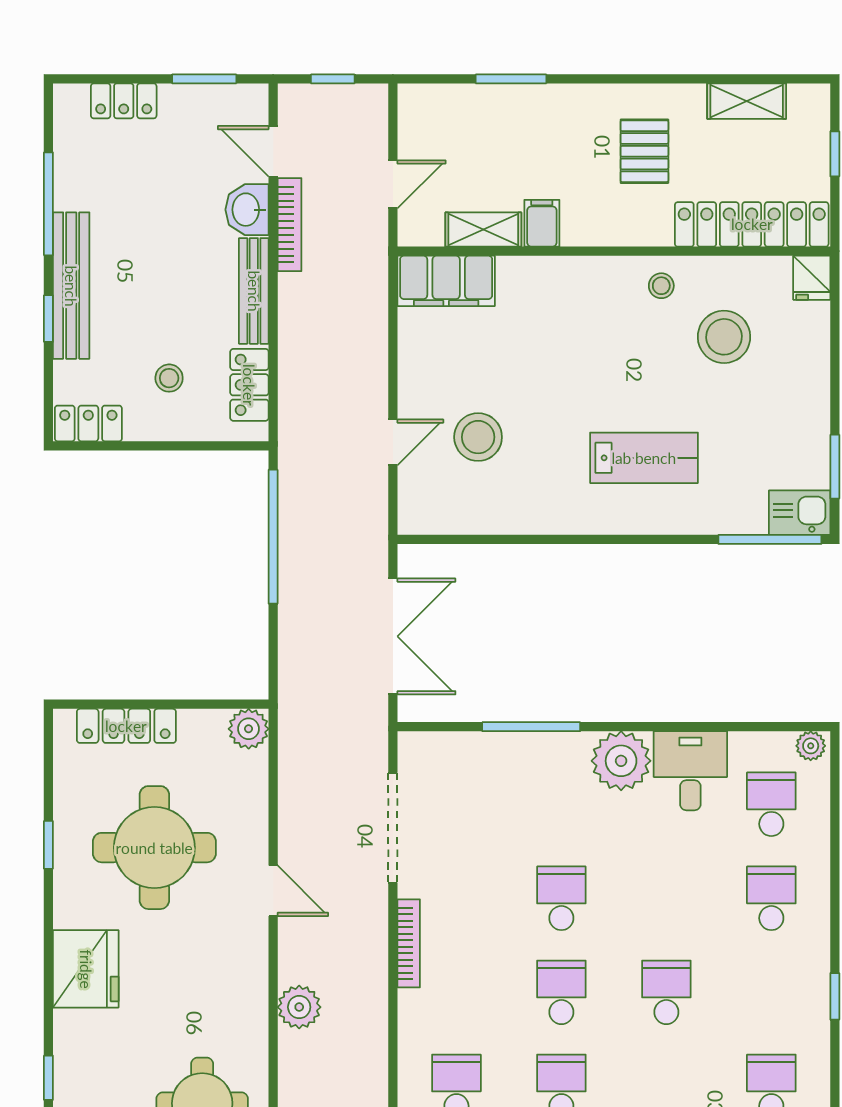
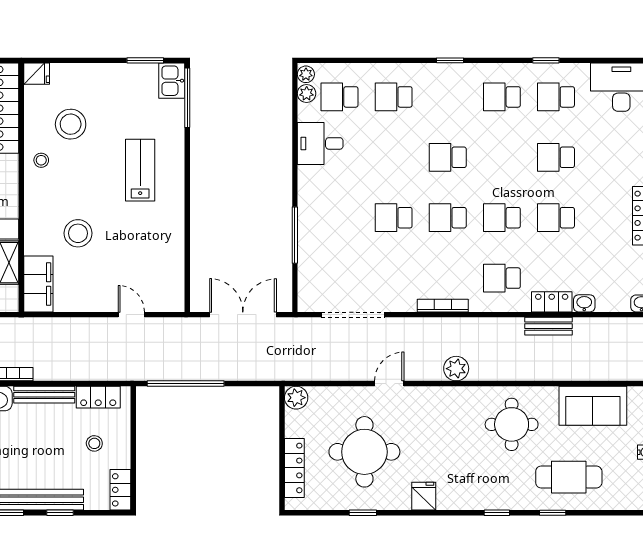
stool: (478, 437) -> (78, 233), moved
plant: (621, 761) -> (307, 94), moved, width x0.53, depth x0.53
bookcase: (409, 943) -> (443, 306), moved
fridge: (86, 969) -> (424, 496), width x0.53, depth x0.75

